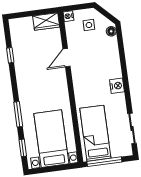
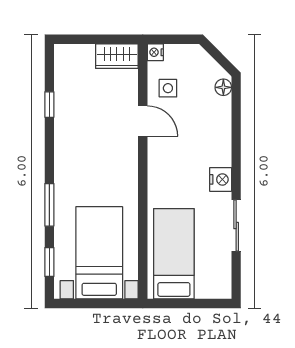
side table: (89, 25) -> (168, 88), moved
door: (66, 58) -> (143, 121), swing flipped
sliding door: (132, 128) -> (236, 226), moved
window: (104, 162) -> (182, 304), removed

